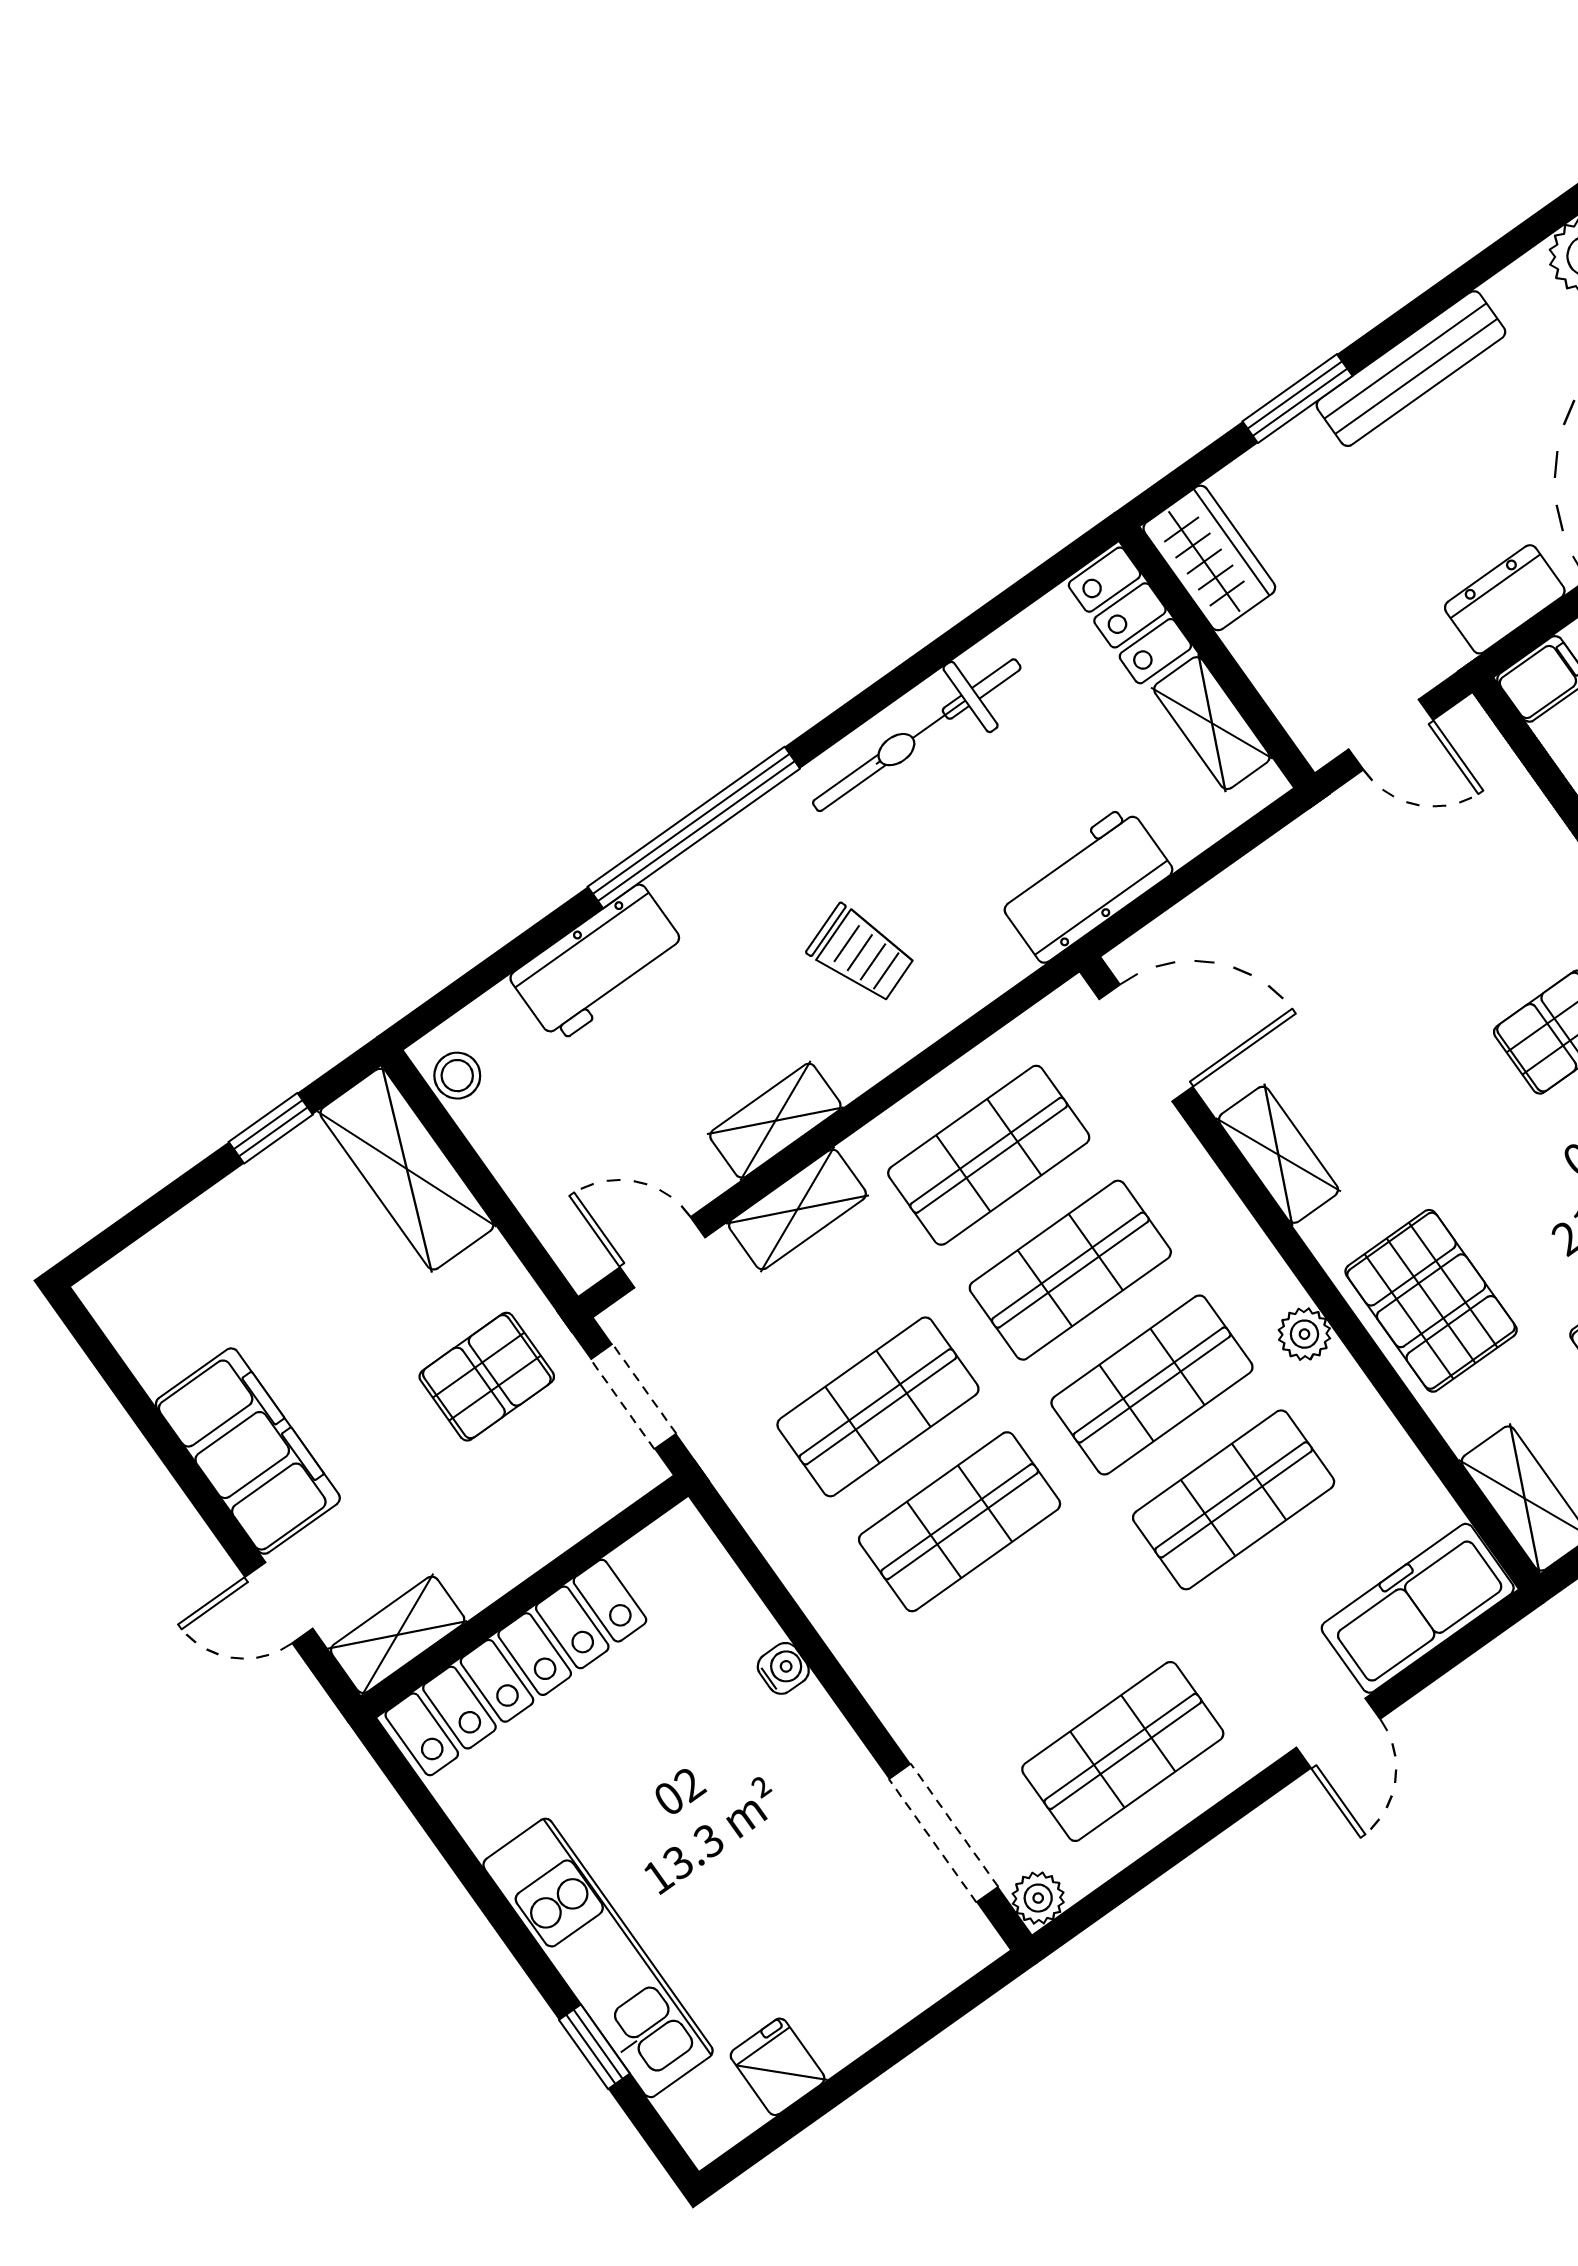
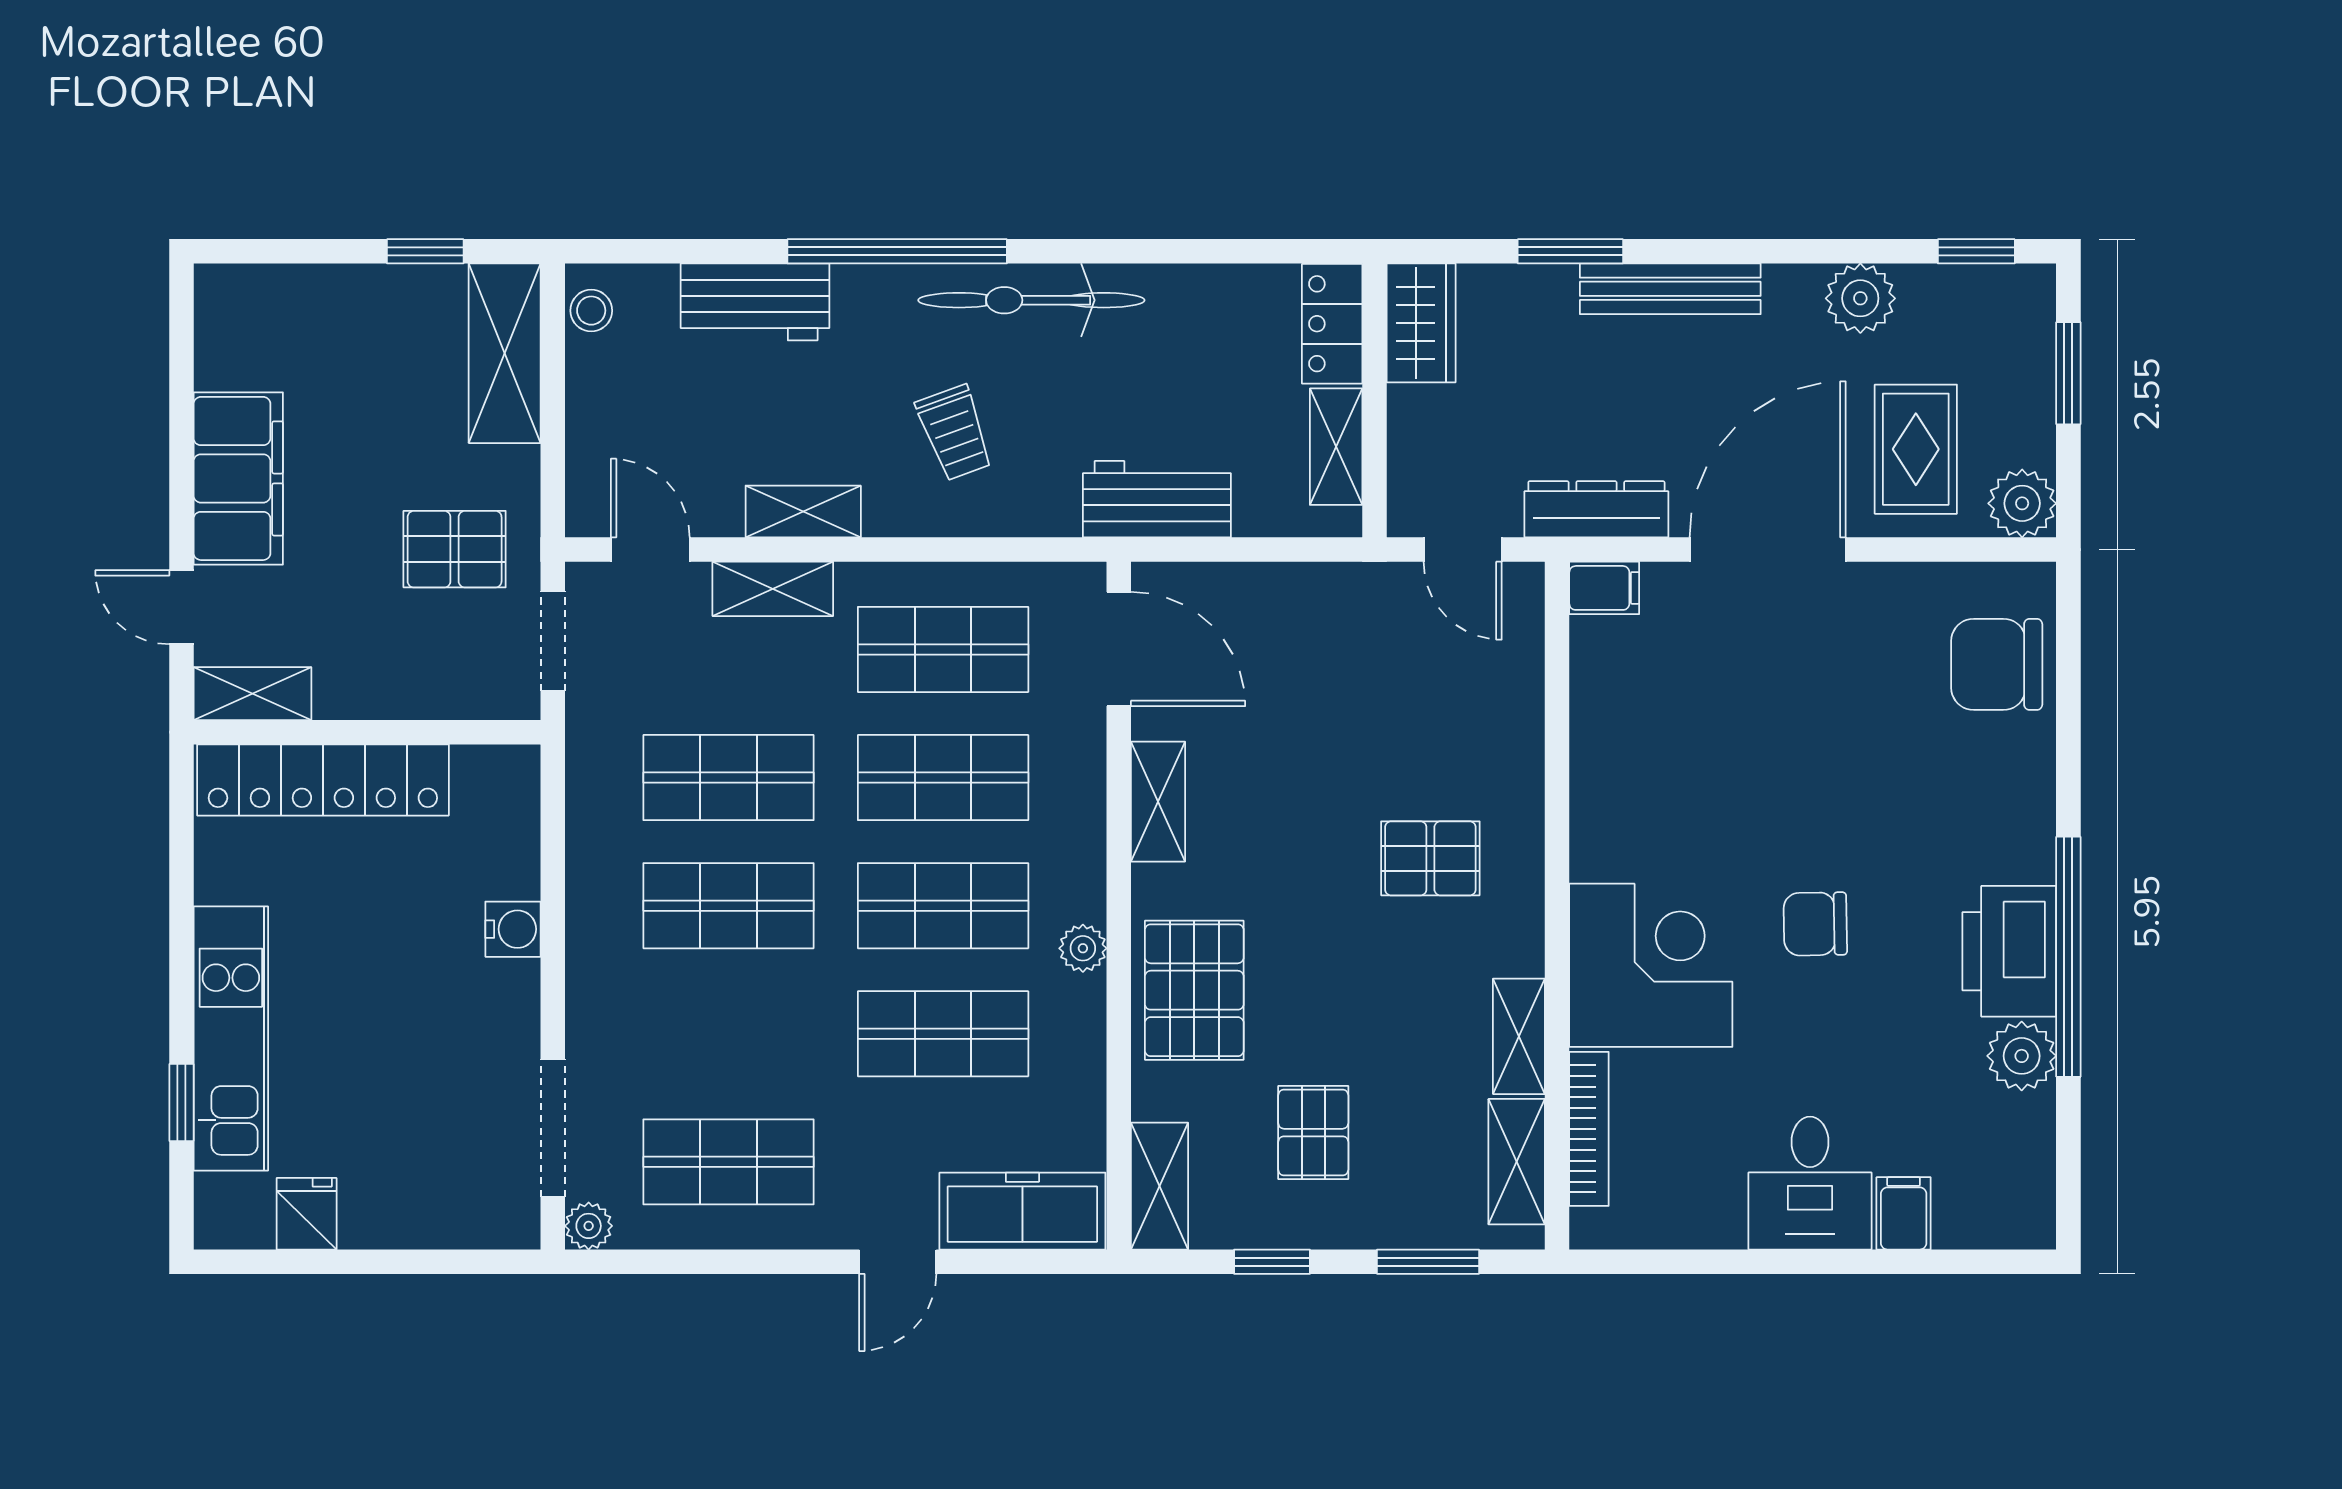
dresser: (1505, 599) -> (1596, 509), width x1.44
bicycle: (917, 735) -> (1031, 300), moved
water cooler: (783, 1668) -> (513, 929), width x1.38, depth x1.38

